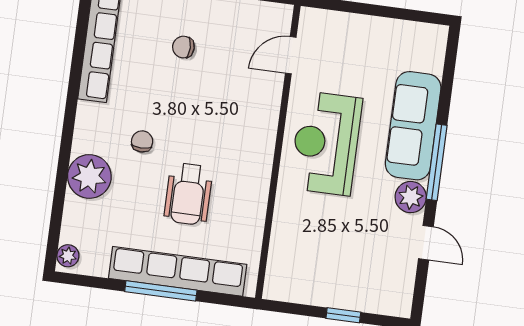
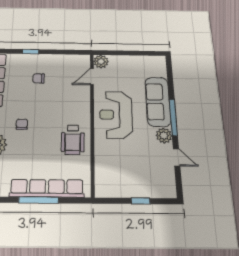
plant: (314, 23) -> (101, 61), added
wheelchair: (188, 194) -> (73, 140), moved

